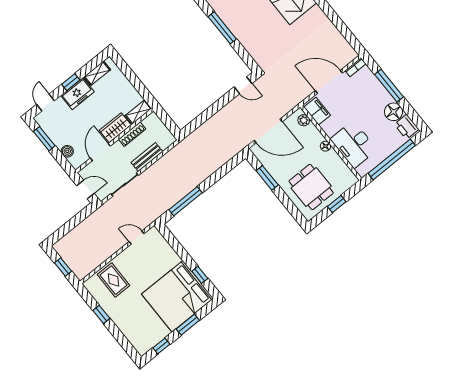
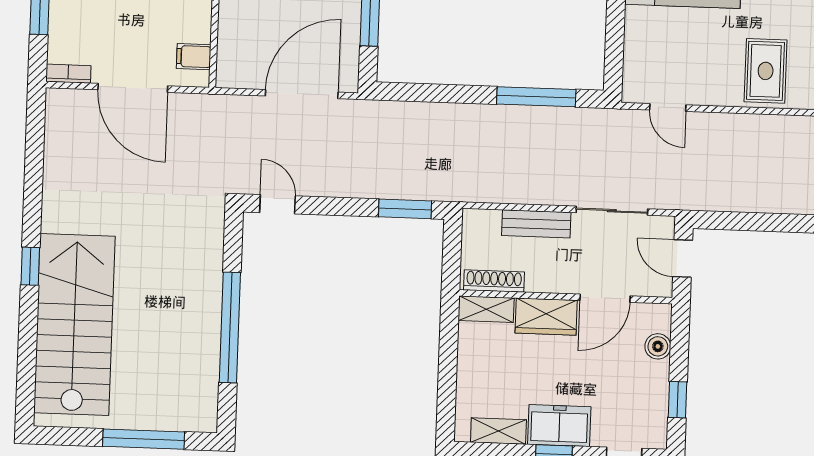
window: (222, 28) -> (230, 327), width x1.46
filing cabinet: (317, 111) -> (194, 57), width x0.50
plant: (304, 120) -> (228, 61), removed
window: (197, 122) -> (405, 209), added
door: (268, 131) -> (302, 94), hinge flipped
shoe rack: (132, 134) -> (494, 281), moved
window: (44, 139) -> (677, 400), width x0.67

